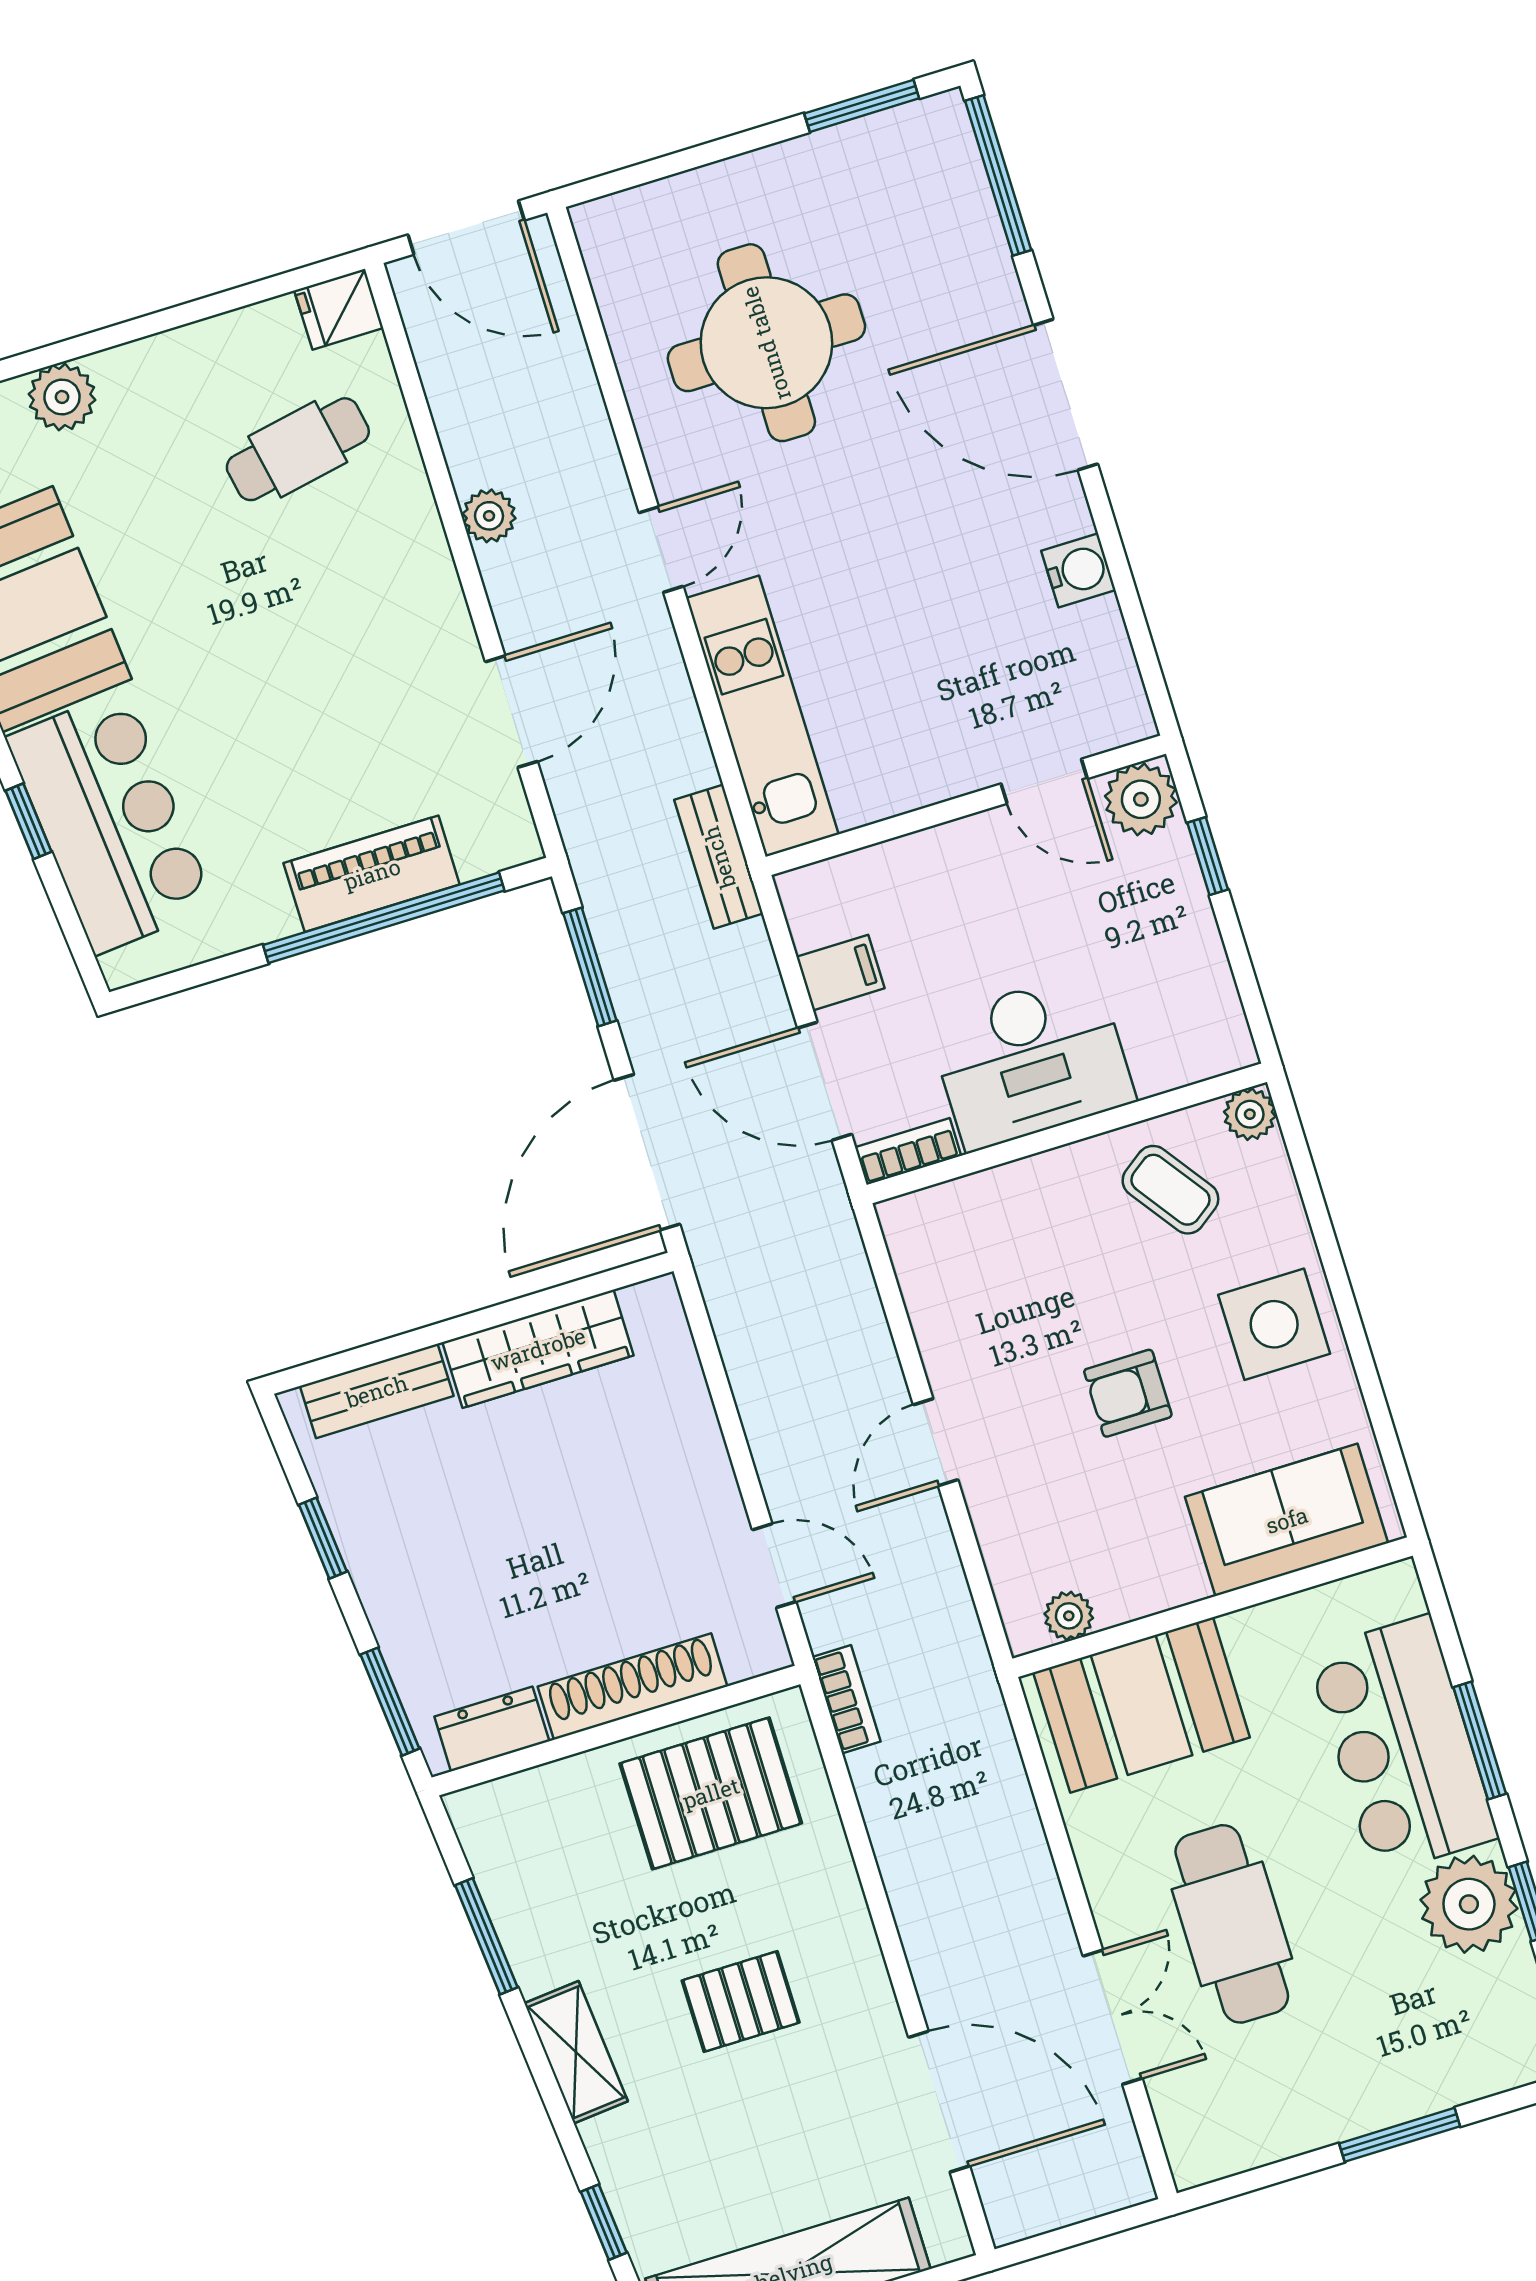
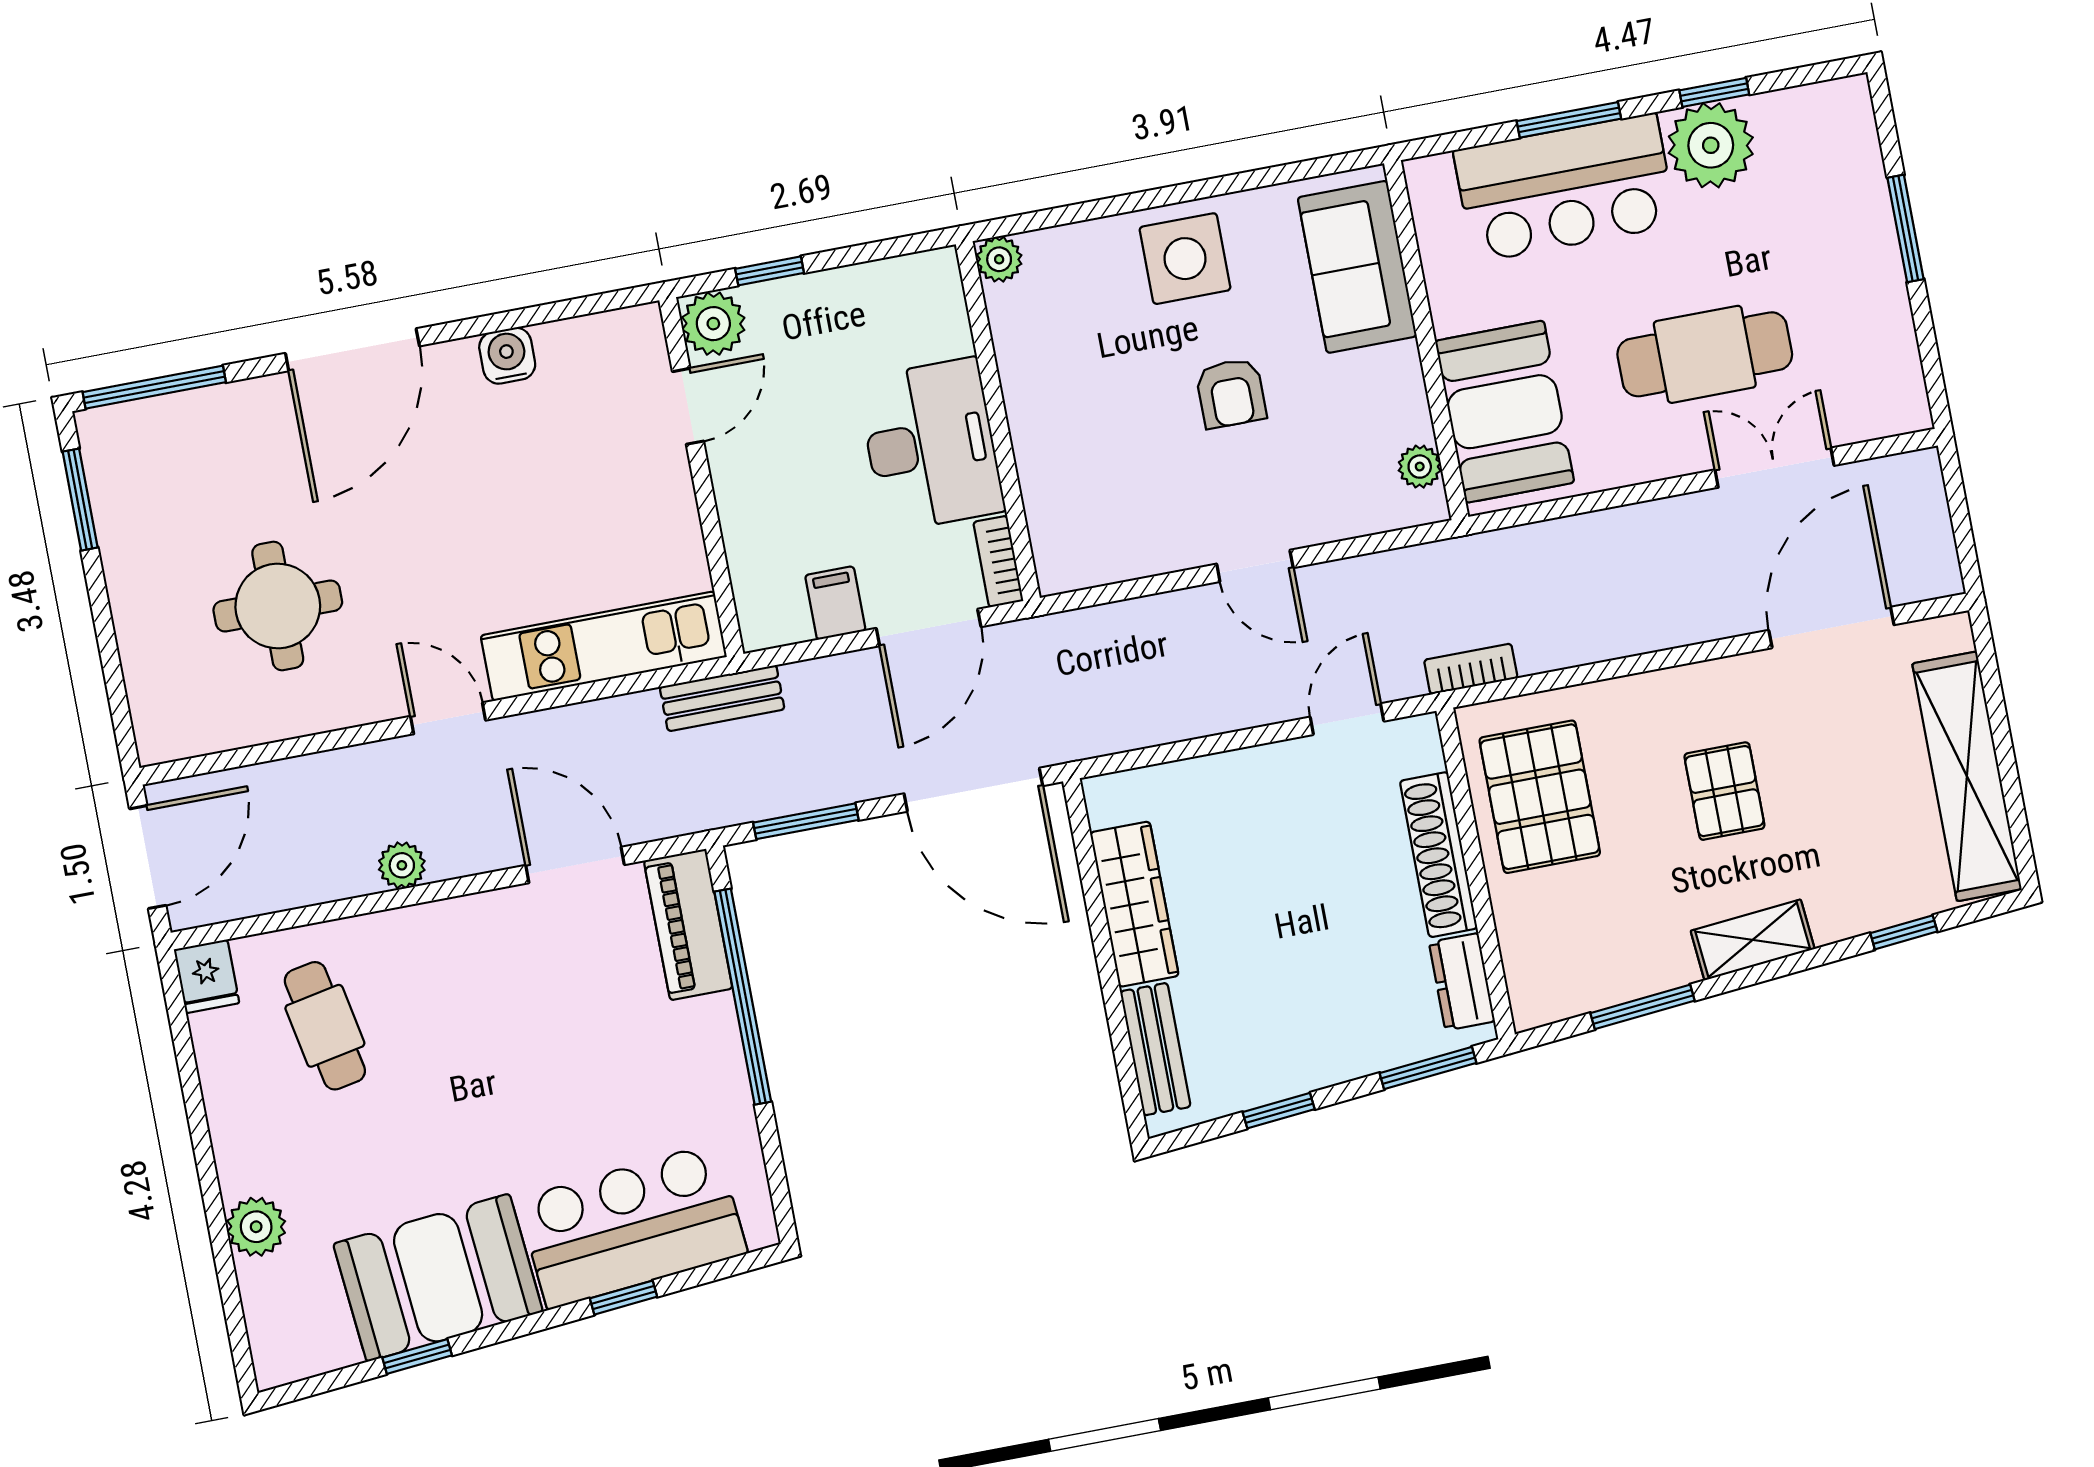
round table: (766, 343) -> (278, 606), width x0.73, depth x0.73
piano: (372, 874) -> (688, 925), moved
coffee table: (1170, 1190) -> (1057, 336), removed

